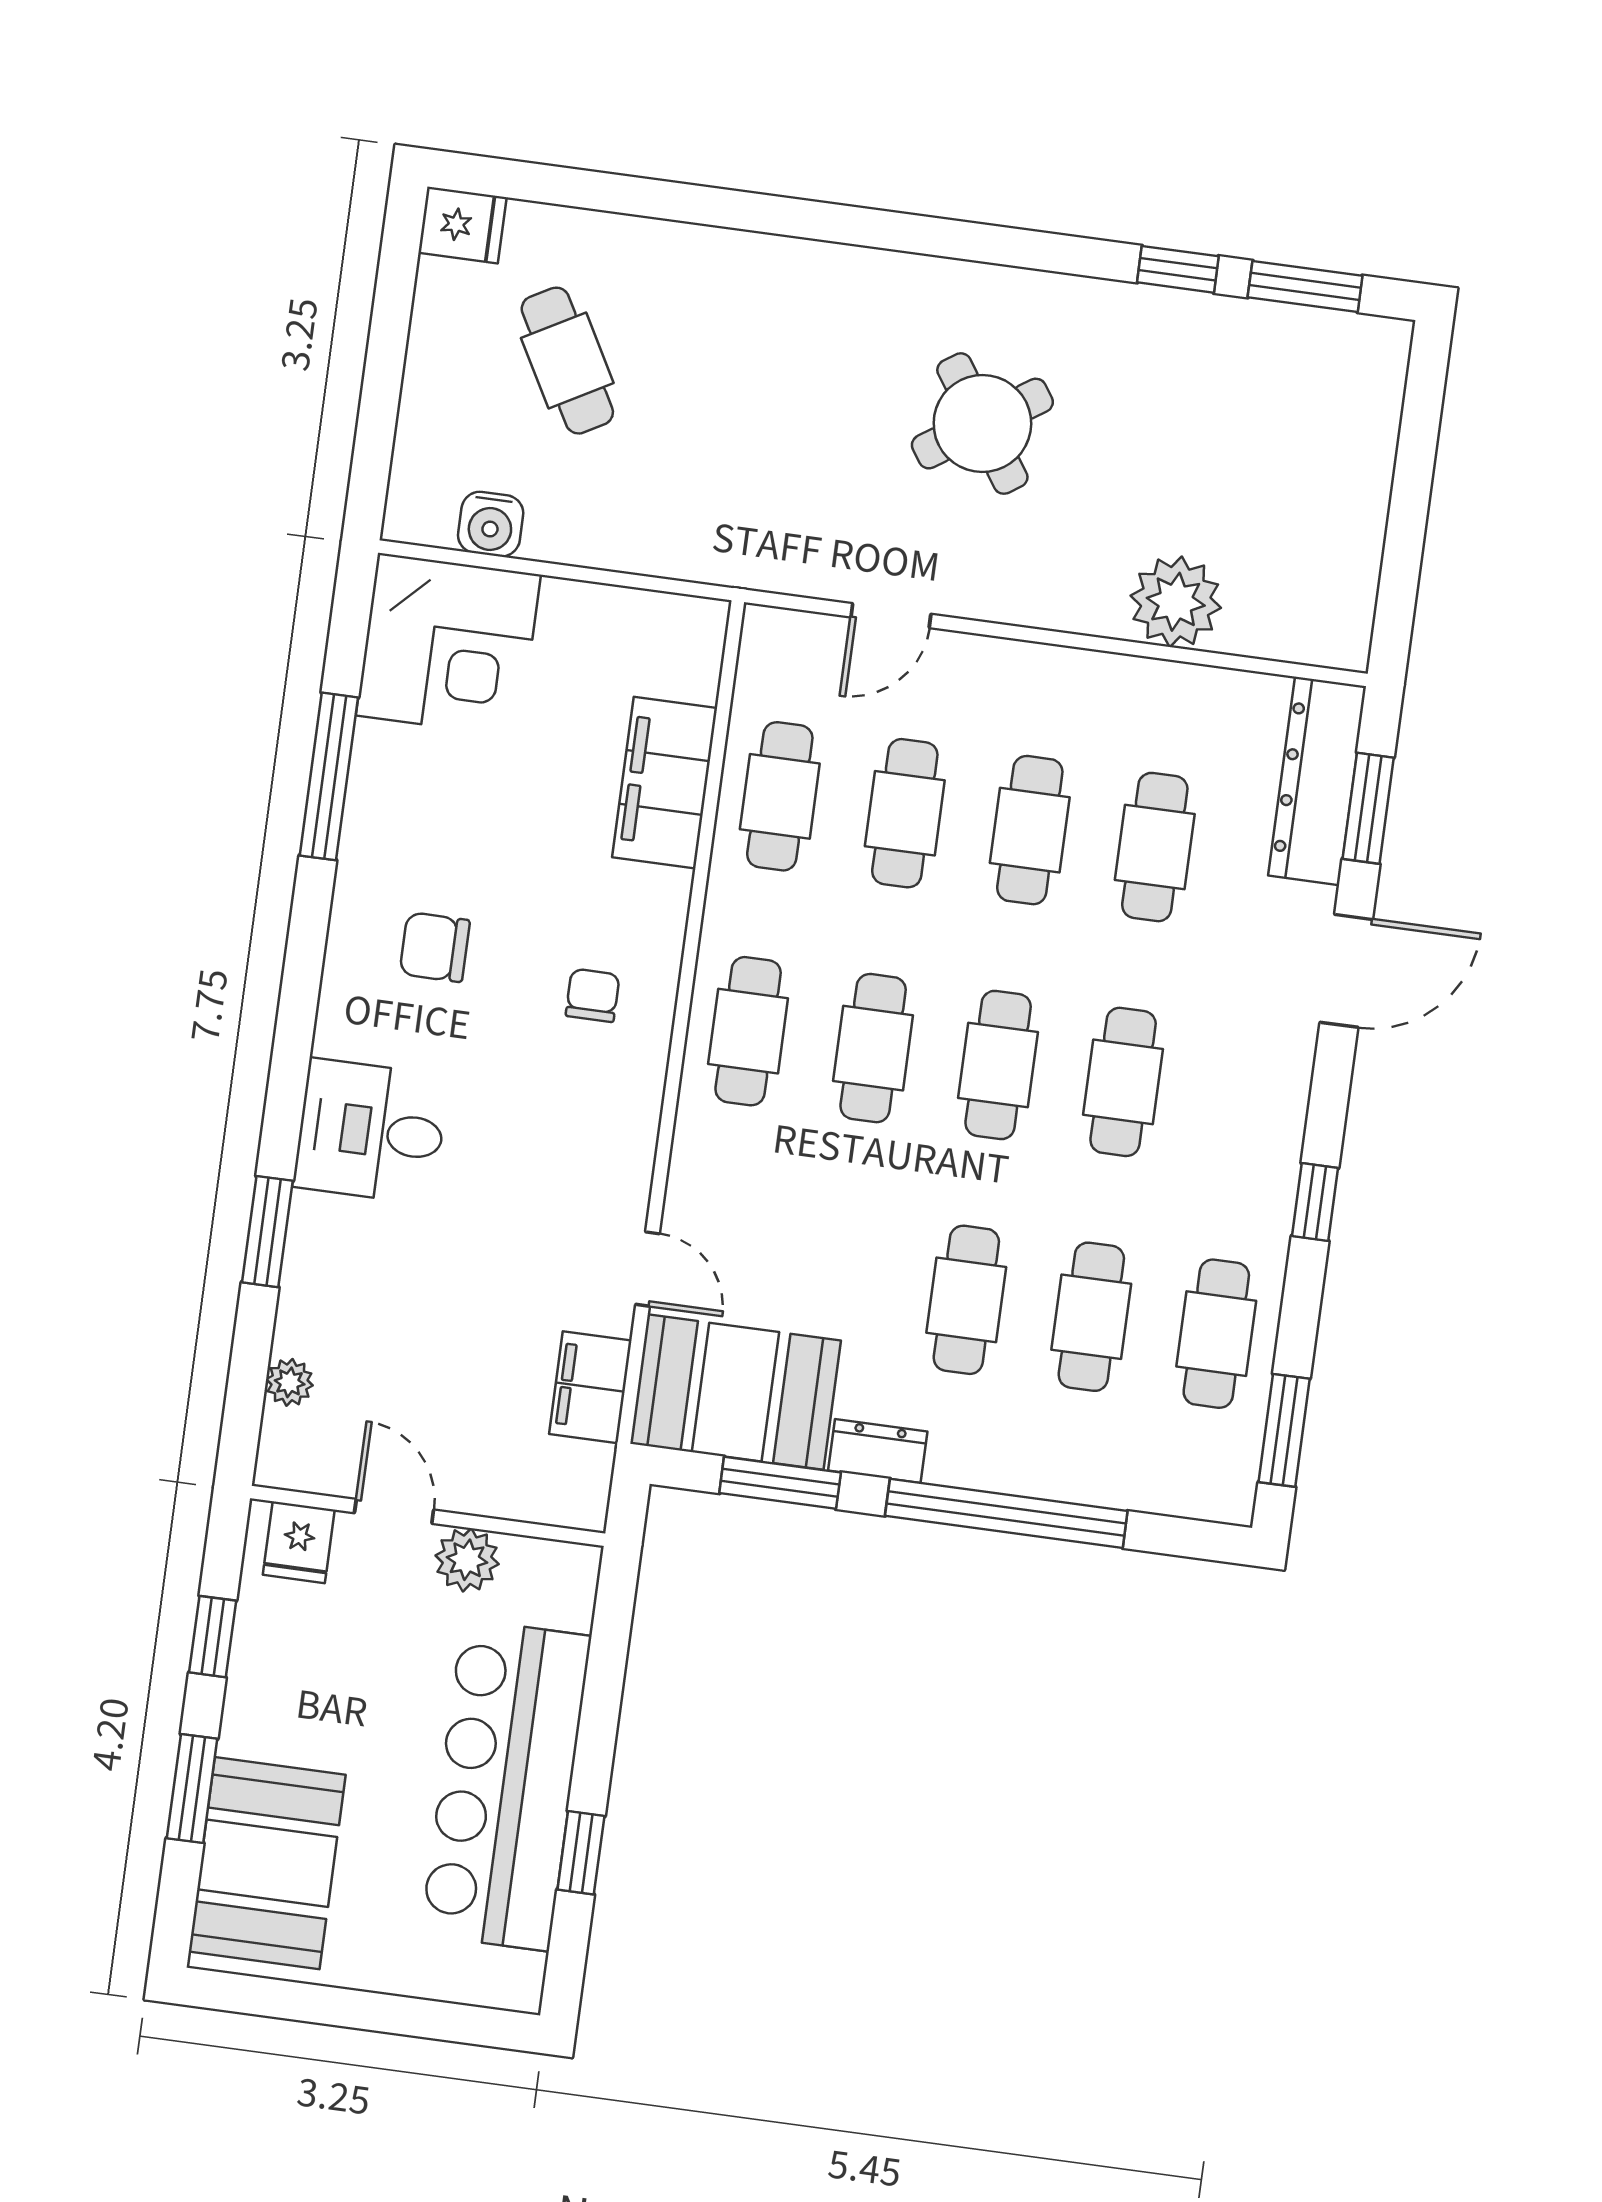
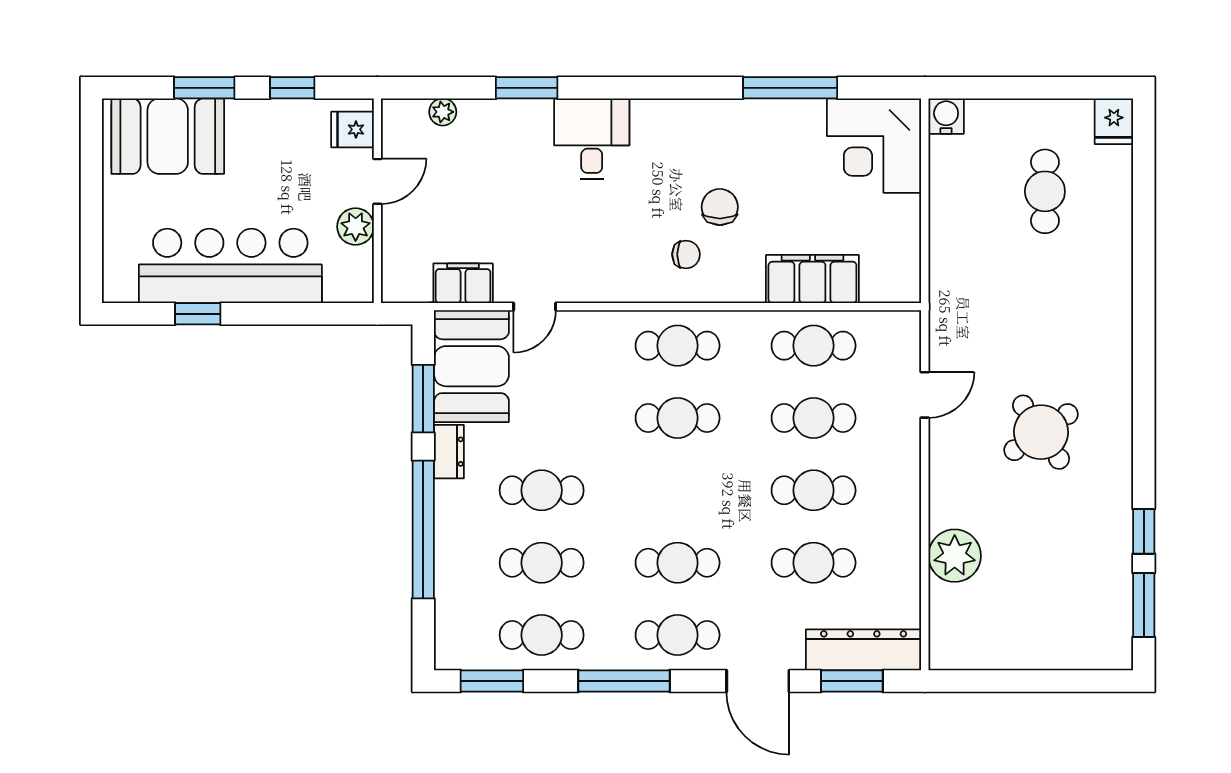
cafe table: (567, 361) -> (1045, 191), turned -61
water cooler: (491, 524) -> (946, 116), moved, turned 90
door: (891, 616) -> (925, 395), swing flipped
chair: (435, 947) -> (720, 207), moved
cafe table: (998, 1065) -> (678, 635), moved
window: (1315, 1202) -> (624, 681), width x2.17

